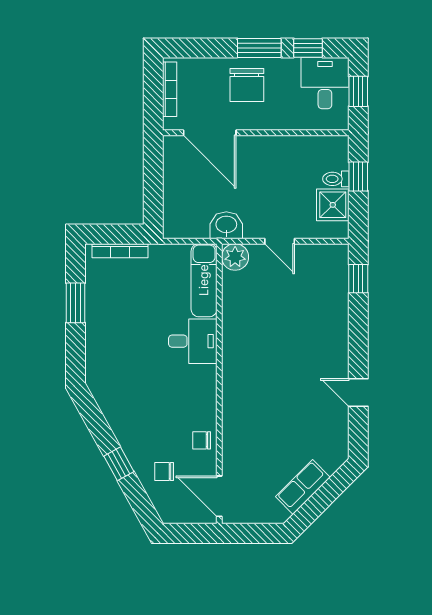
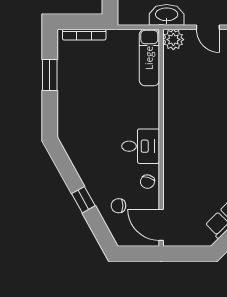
washbasin: (226, 225) -> (167, 15), width x1.38
desk: (193, 341) -> (141, 146), moved
chair: (202, 440) -> (147, 182), turned -72

